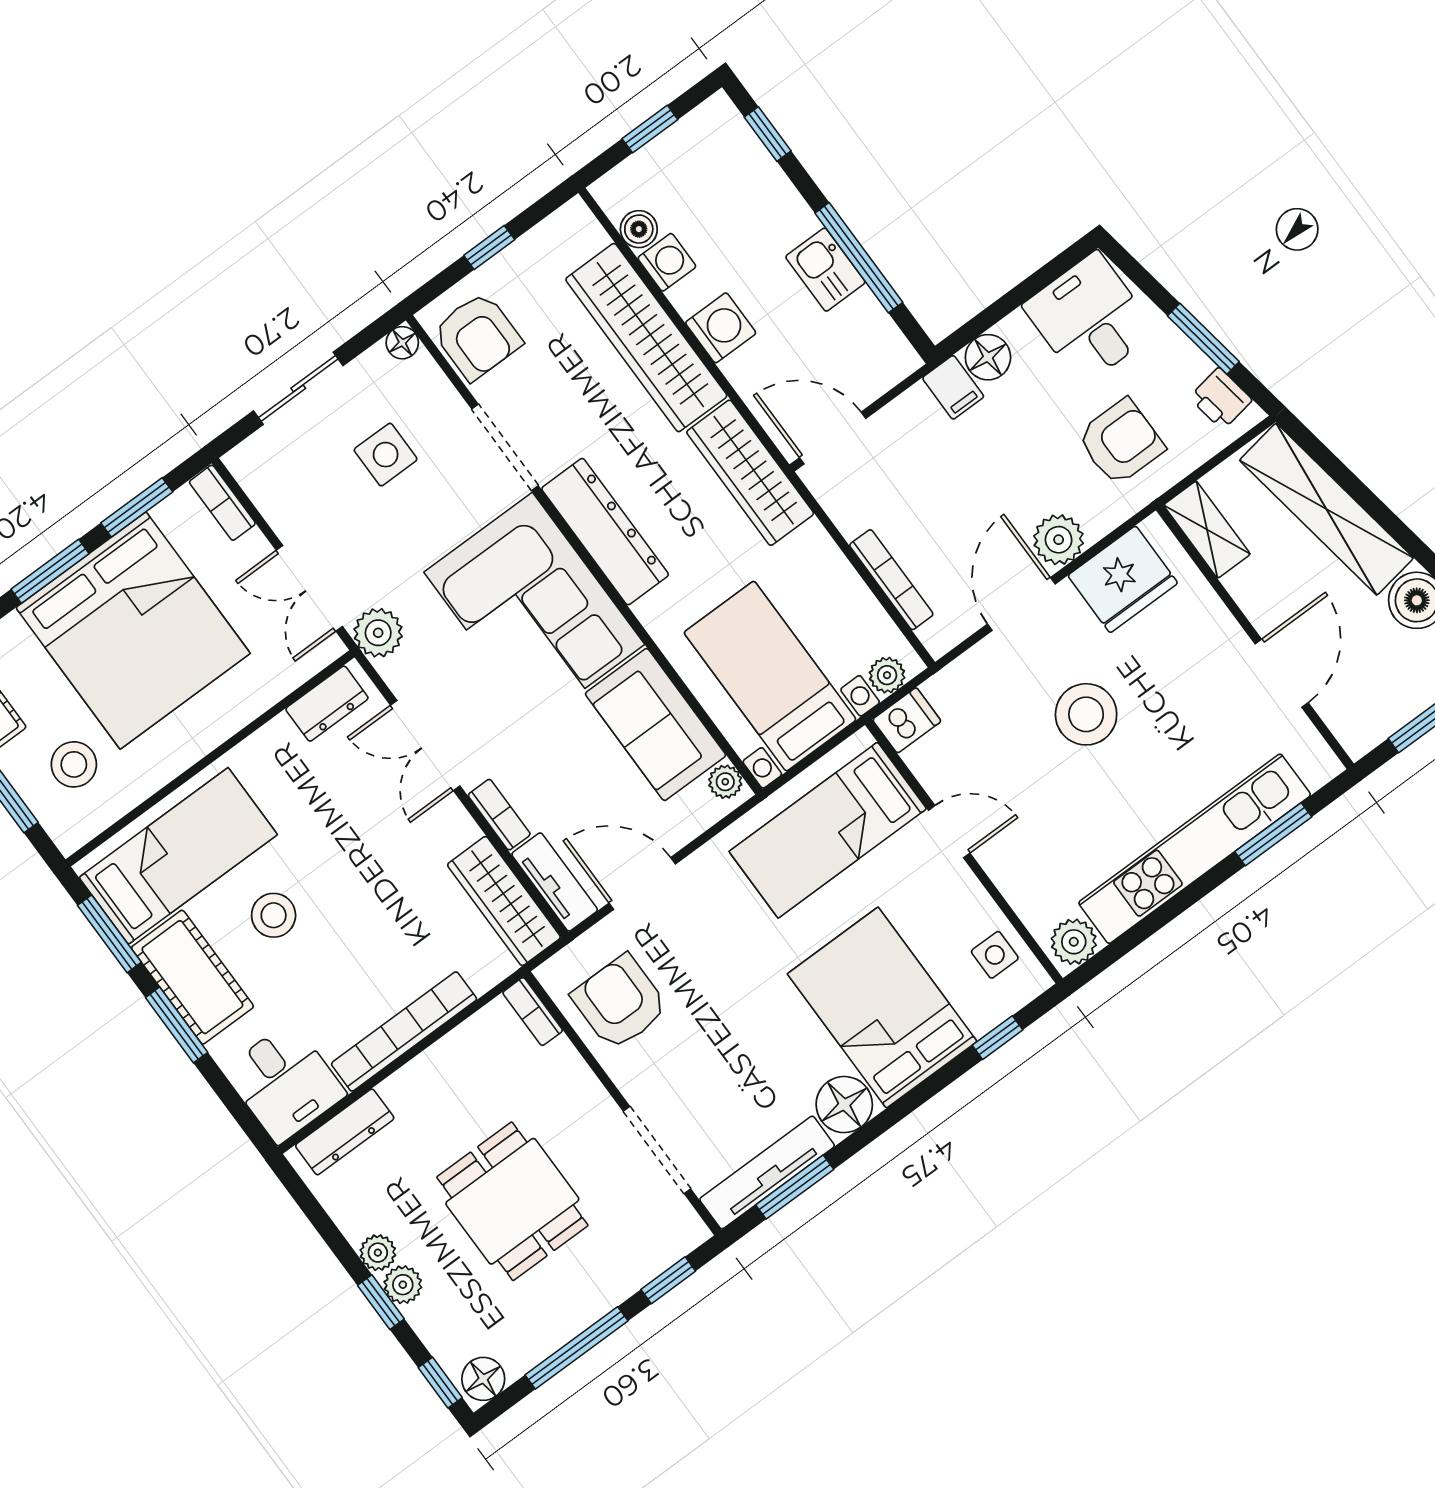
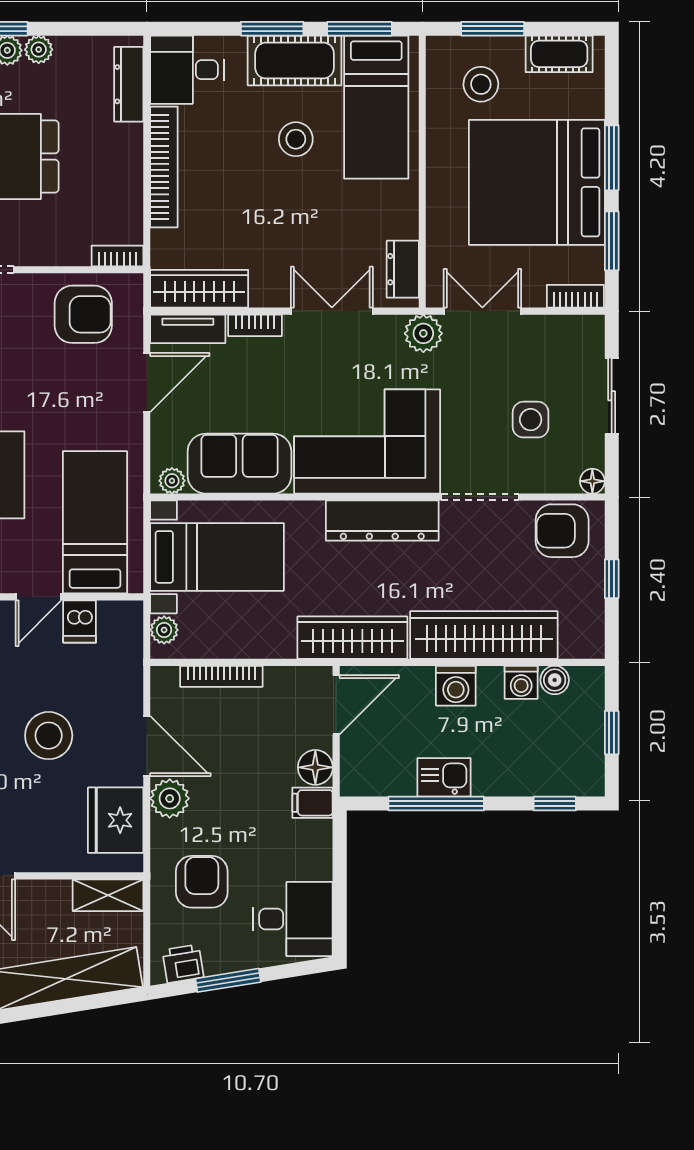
floor lamp: (988, 357) -> (315, 767), moved
armchair: (1121, 442) -> (202, 882), turned 180
dishwasher: (907, 720) -> (80, 621), moved

